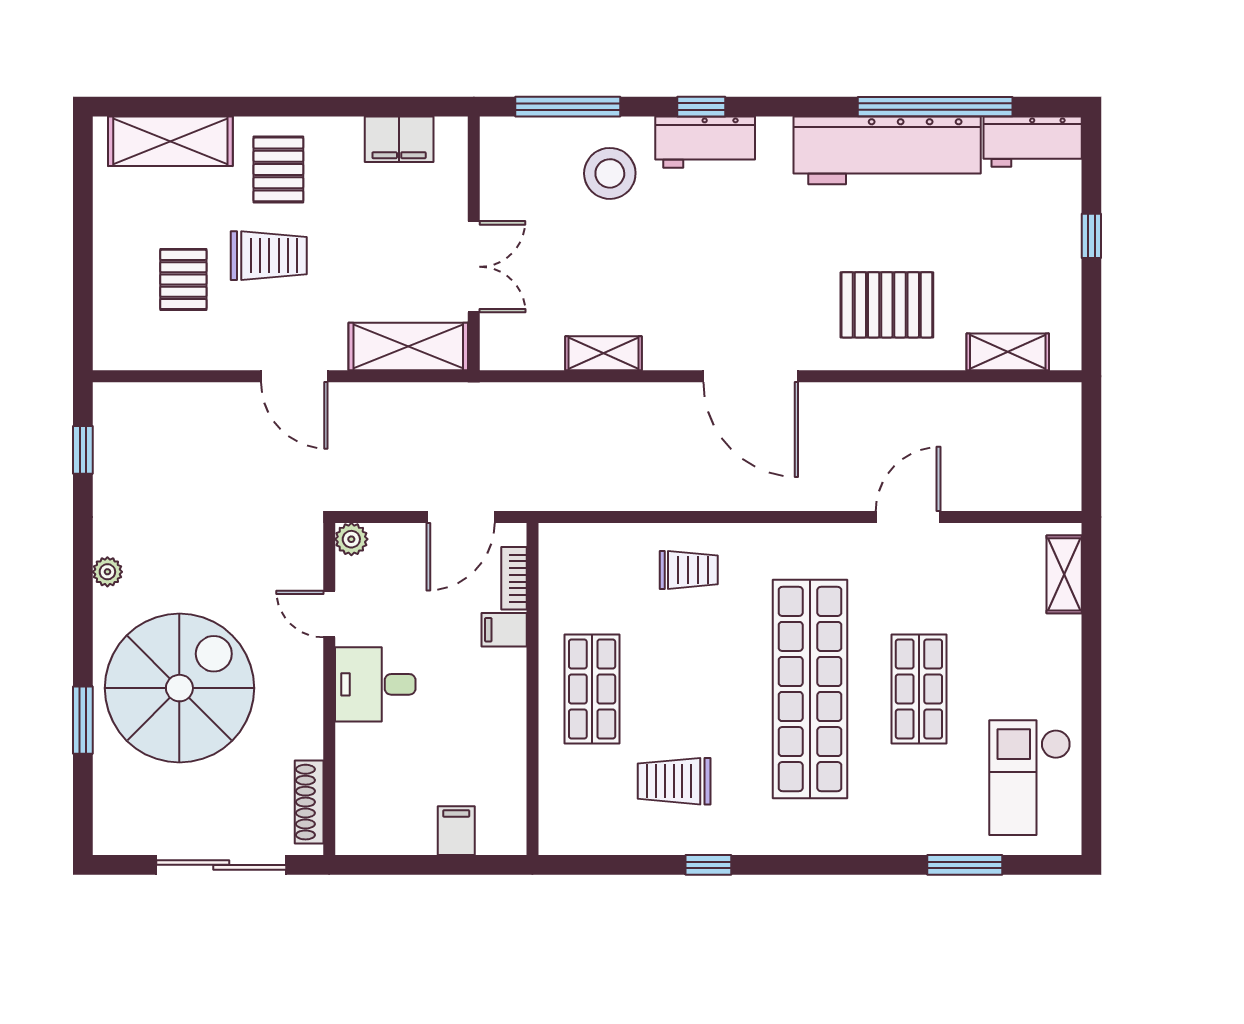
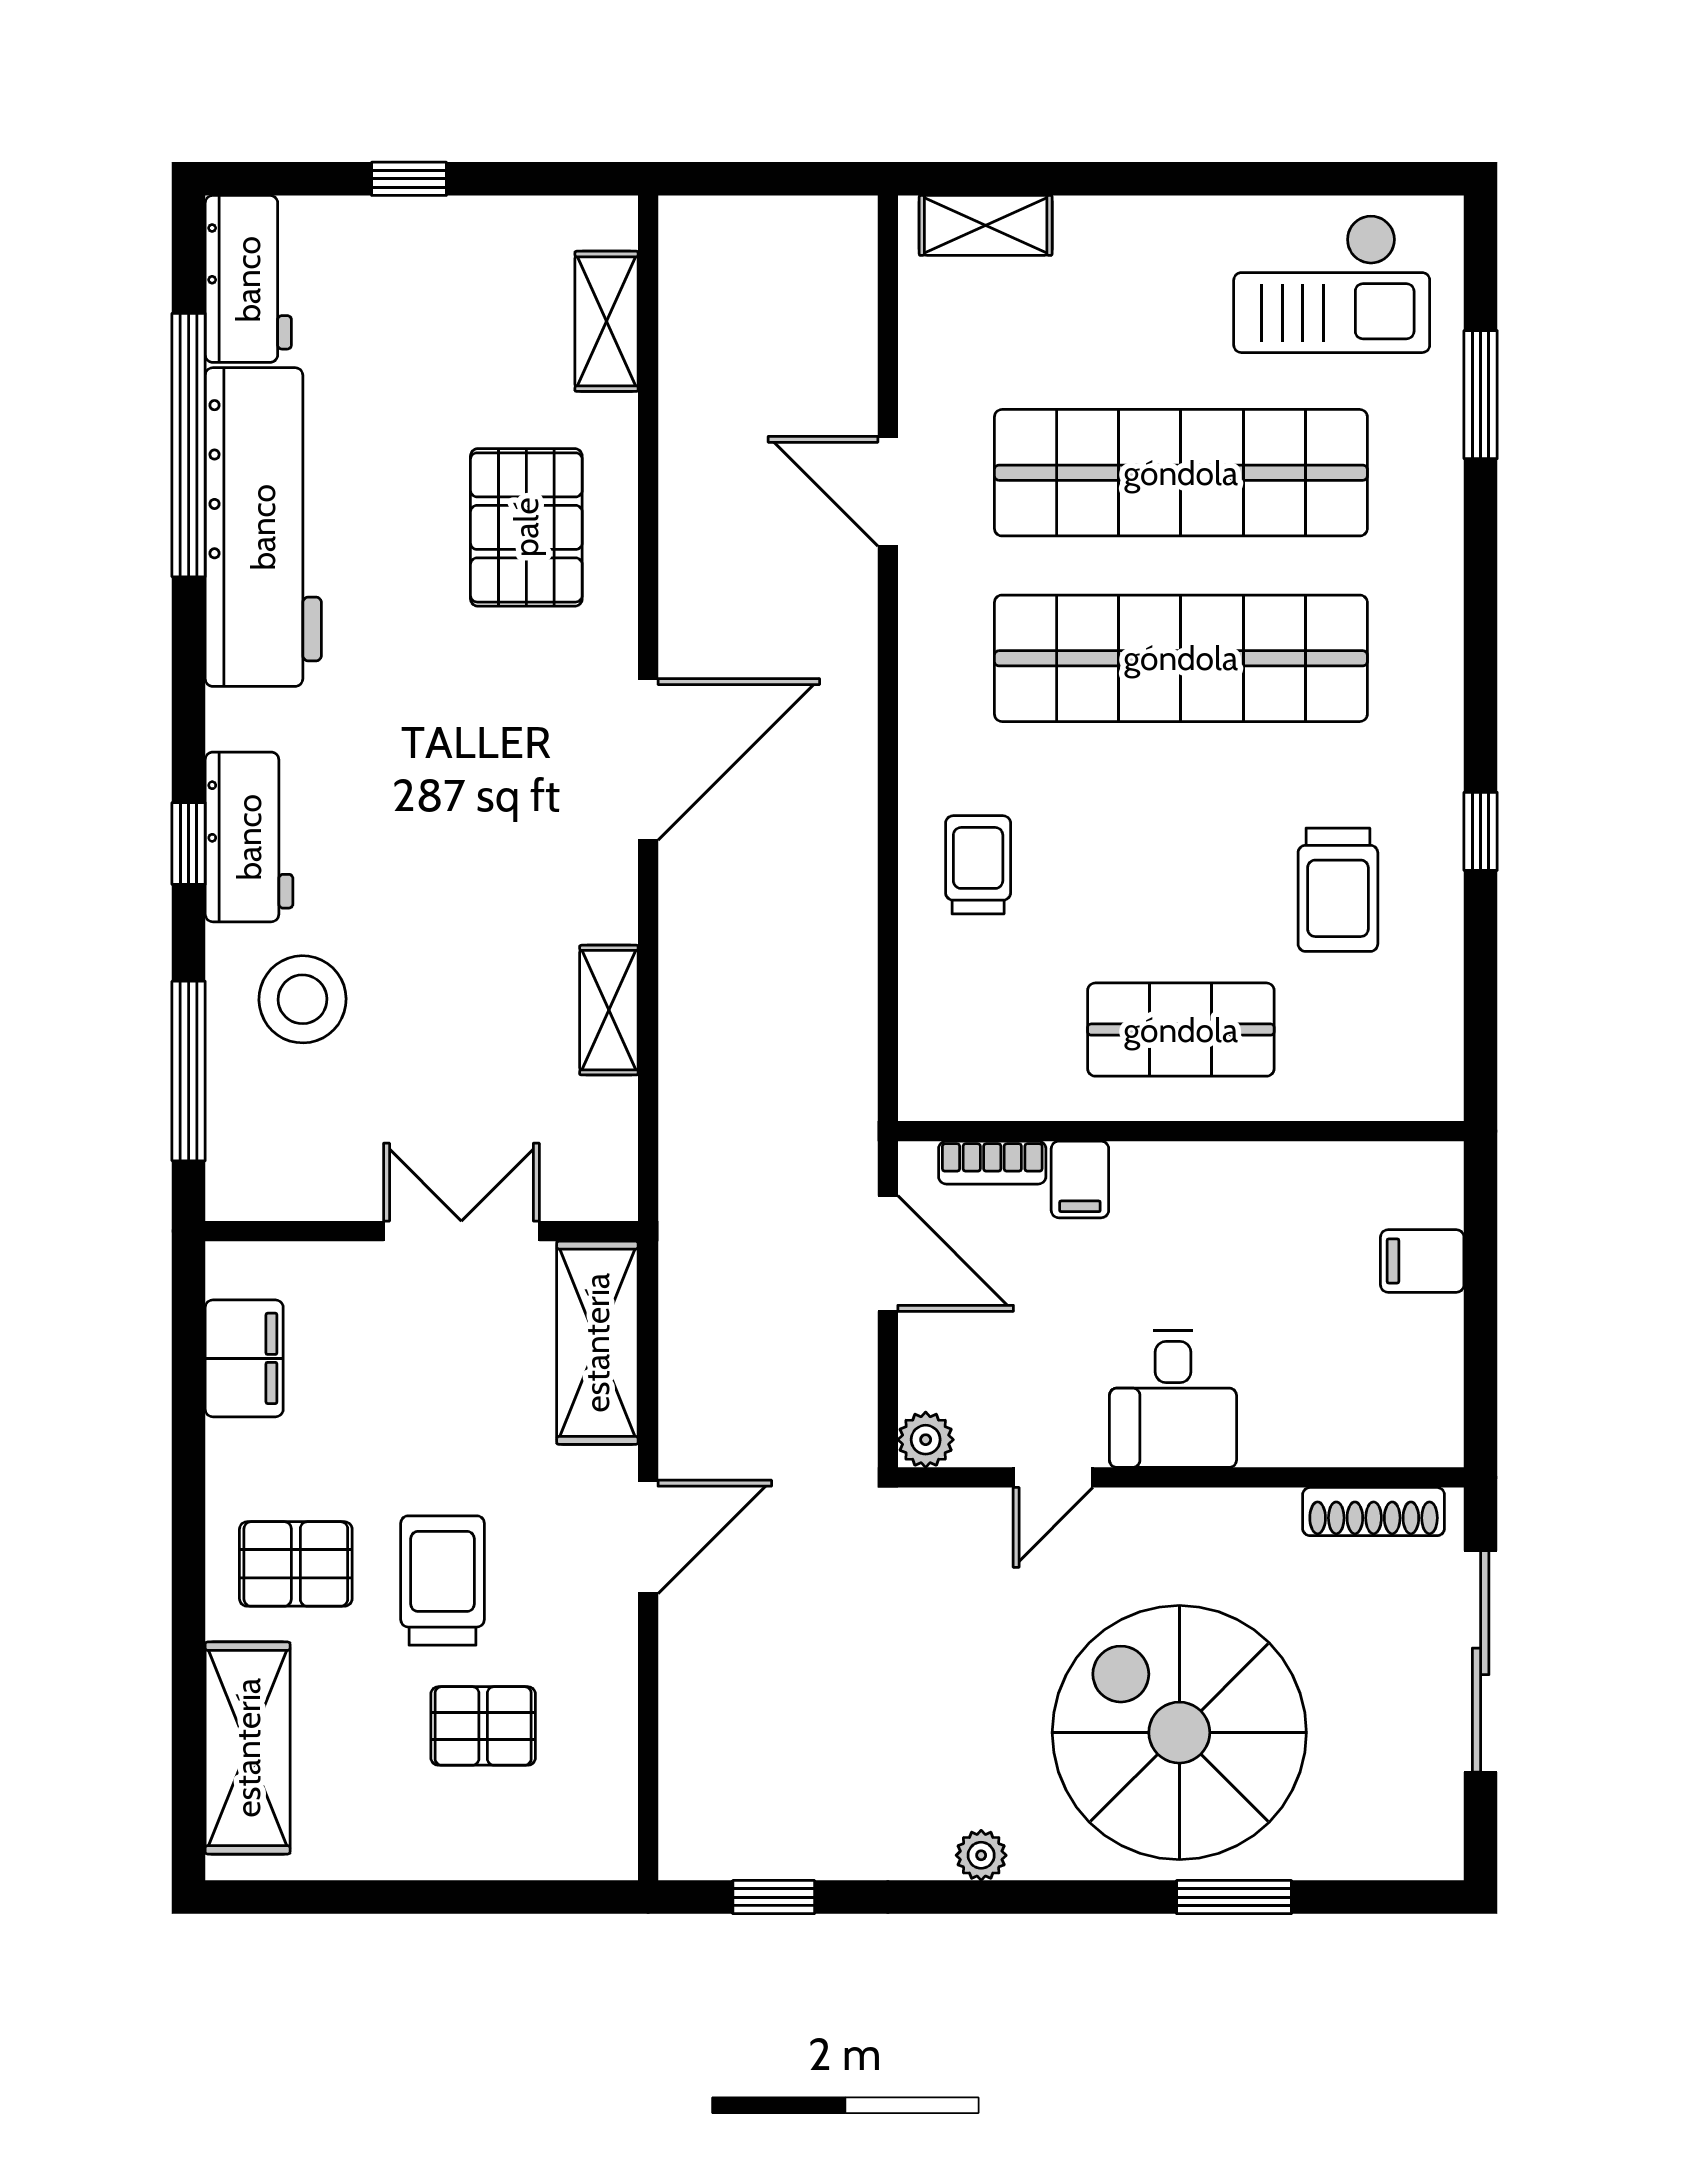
shop shelf: (919, 689) -> (1181, 473), width x2.00, depth x1.36

